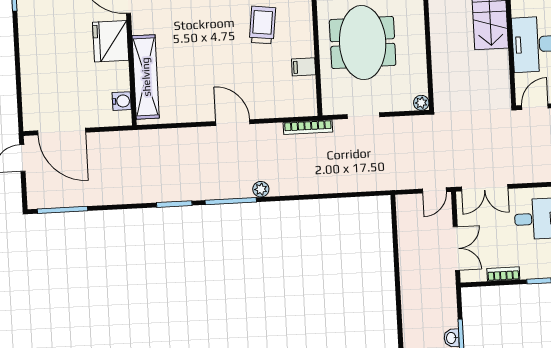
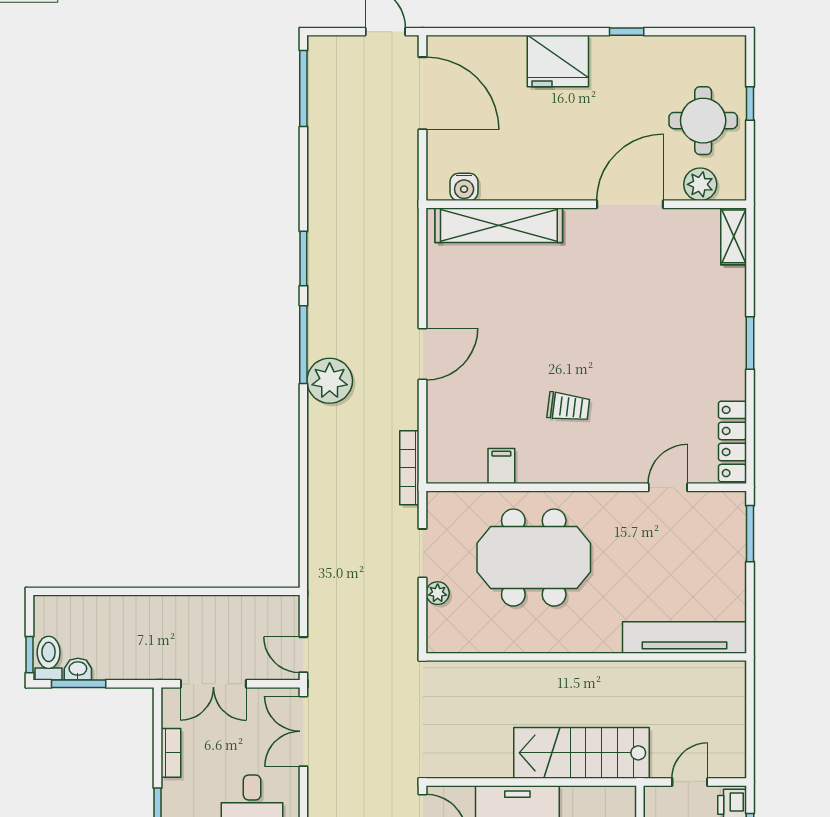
trolley: (262, 25) -> (568, 407), width x0.73, depth x0.72
fridge: (111, 41) -> (558, 61), moved, turned 180
plant: (421, 103) -> (438, 593), moved
door: (62, 132) -> (423, 93), swing flipped
plant: (261, 189) -> (330, 381), width x1.87, depth x1.87

